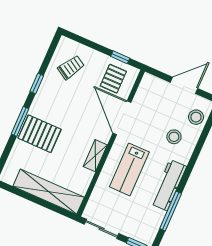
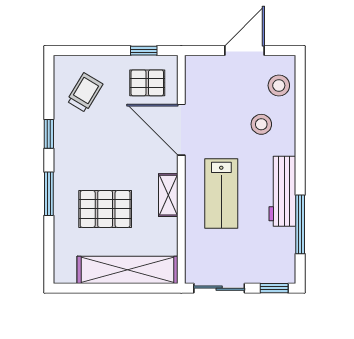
pallet: (113, 79) -> (147, 83), turned 90
pallet: (40, 134) -> (105, 209), moved

